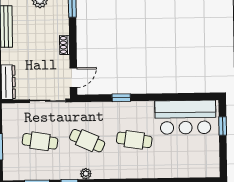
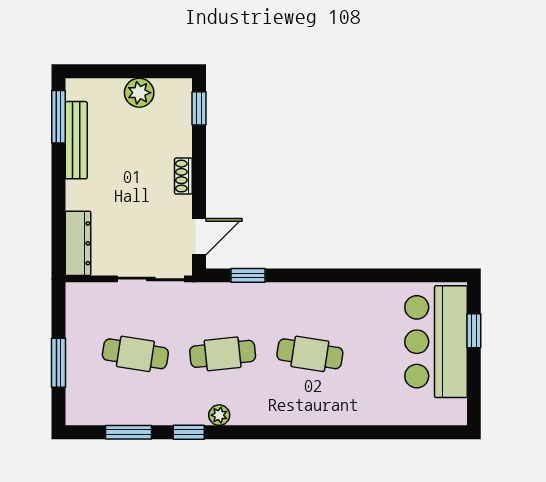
window: (121, 98) -> (248, 275), moved
bar counter: (185, 117) -> (436, 342), moved, turned 90
cafe table: (87, 141) -> (223, 354), turned -30

